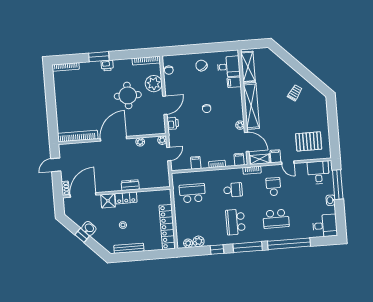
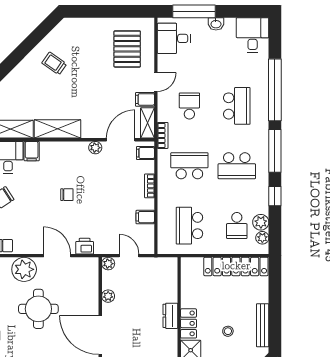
shelving: (251, 106) -> (57, 129), width x0.68
school desk: (273, 187) -> (189, 106), turned 90
school desk: (233, 190) -> (189, 166), width x1.85
school desk: (195, 225) -> (237, 226), added

